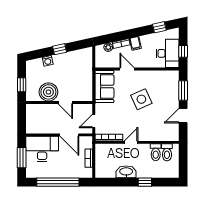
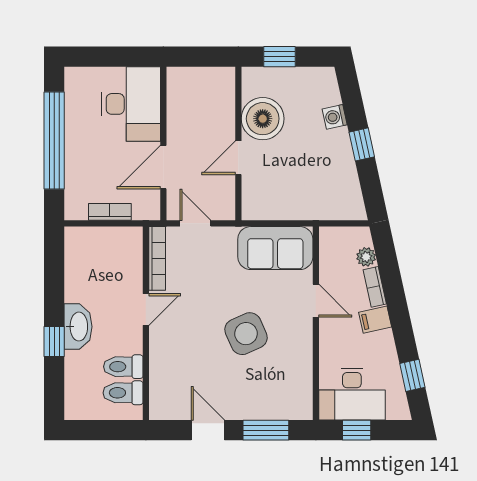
door: (127, 69) -> (316, 301), hinge flipped
door: (131, 142) -> (146, 309), hinge flipped
window: (22, 158) -> (111, 57), removed
washbasin: (126, 172) -> (78, 327), moved

